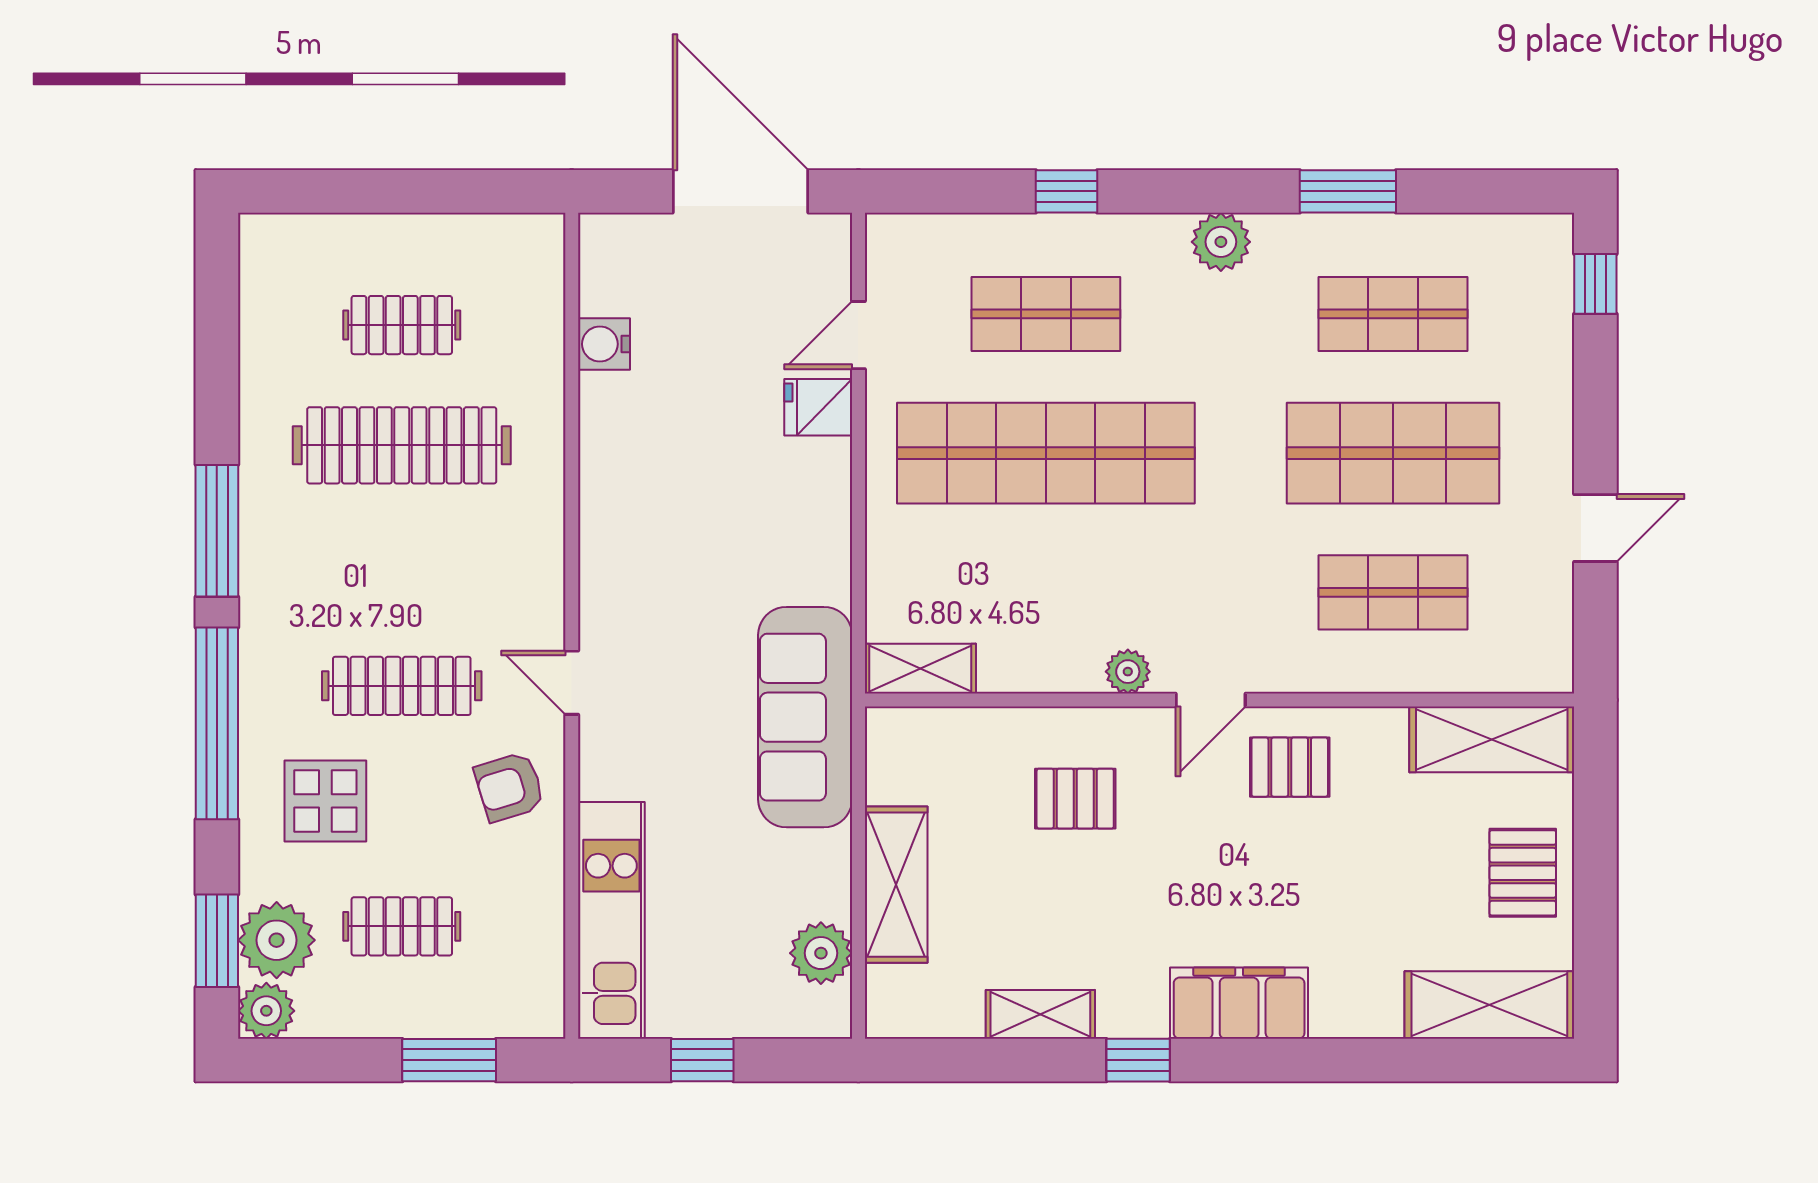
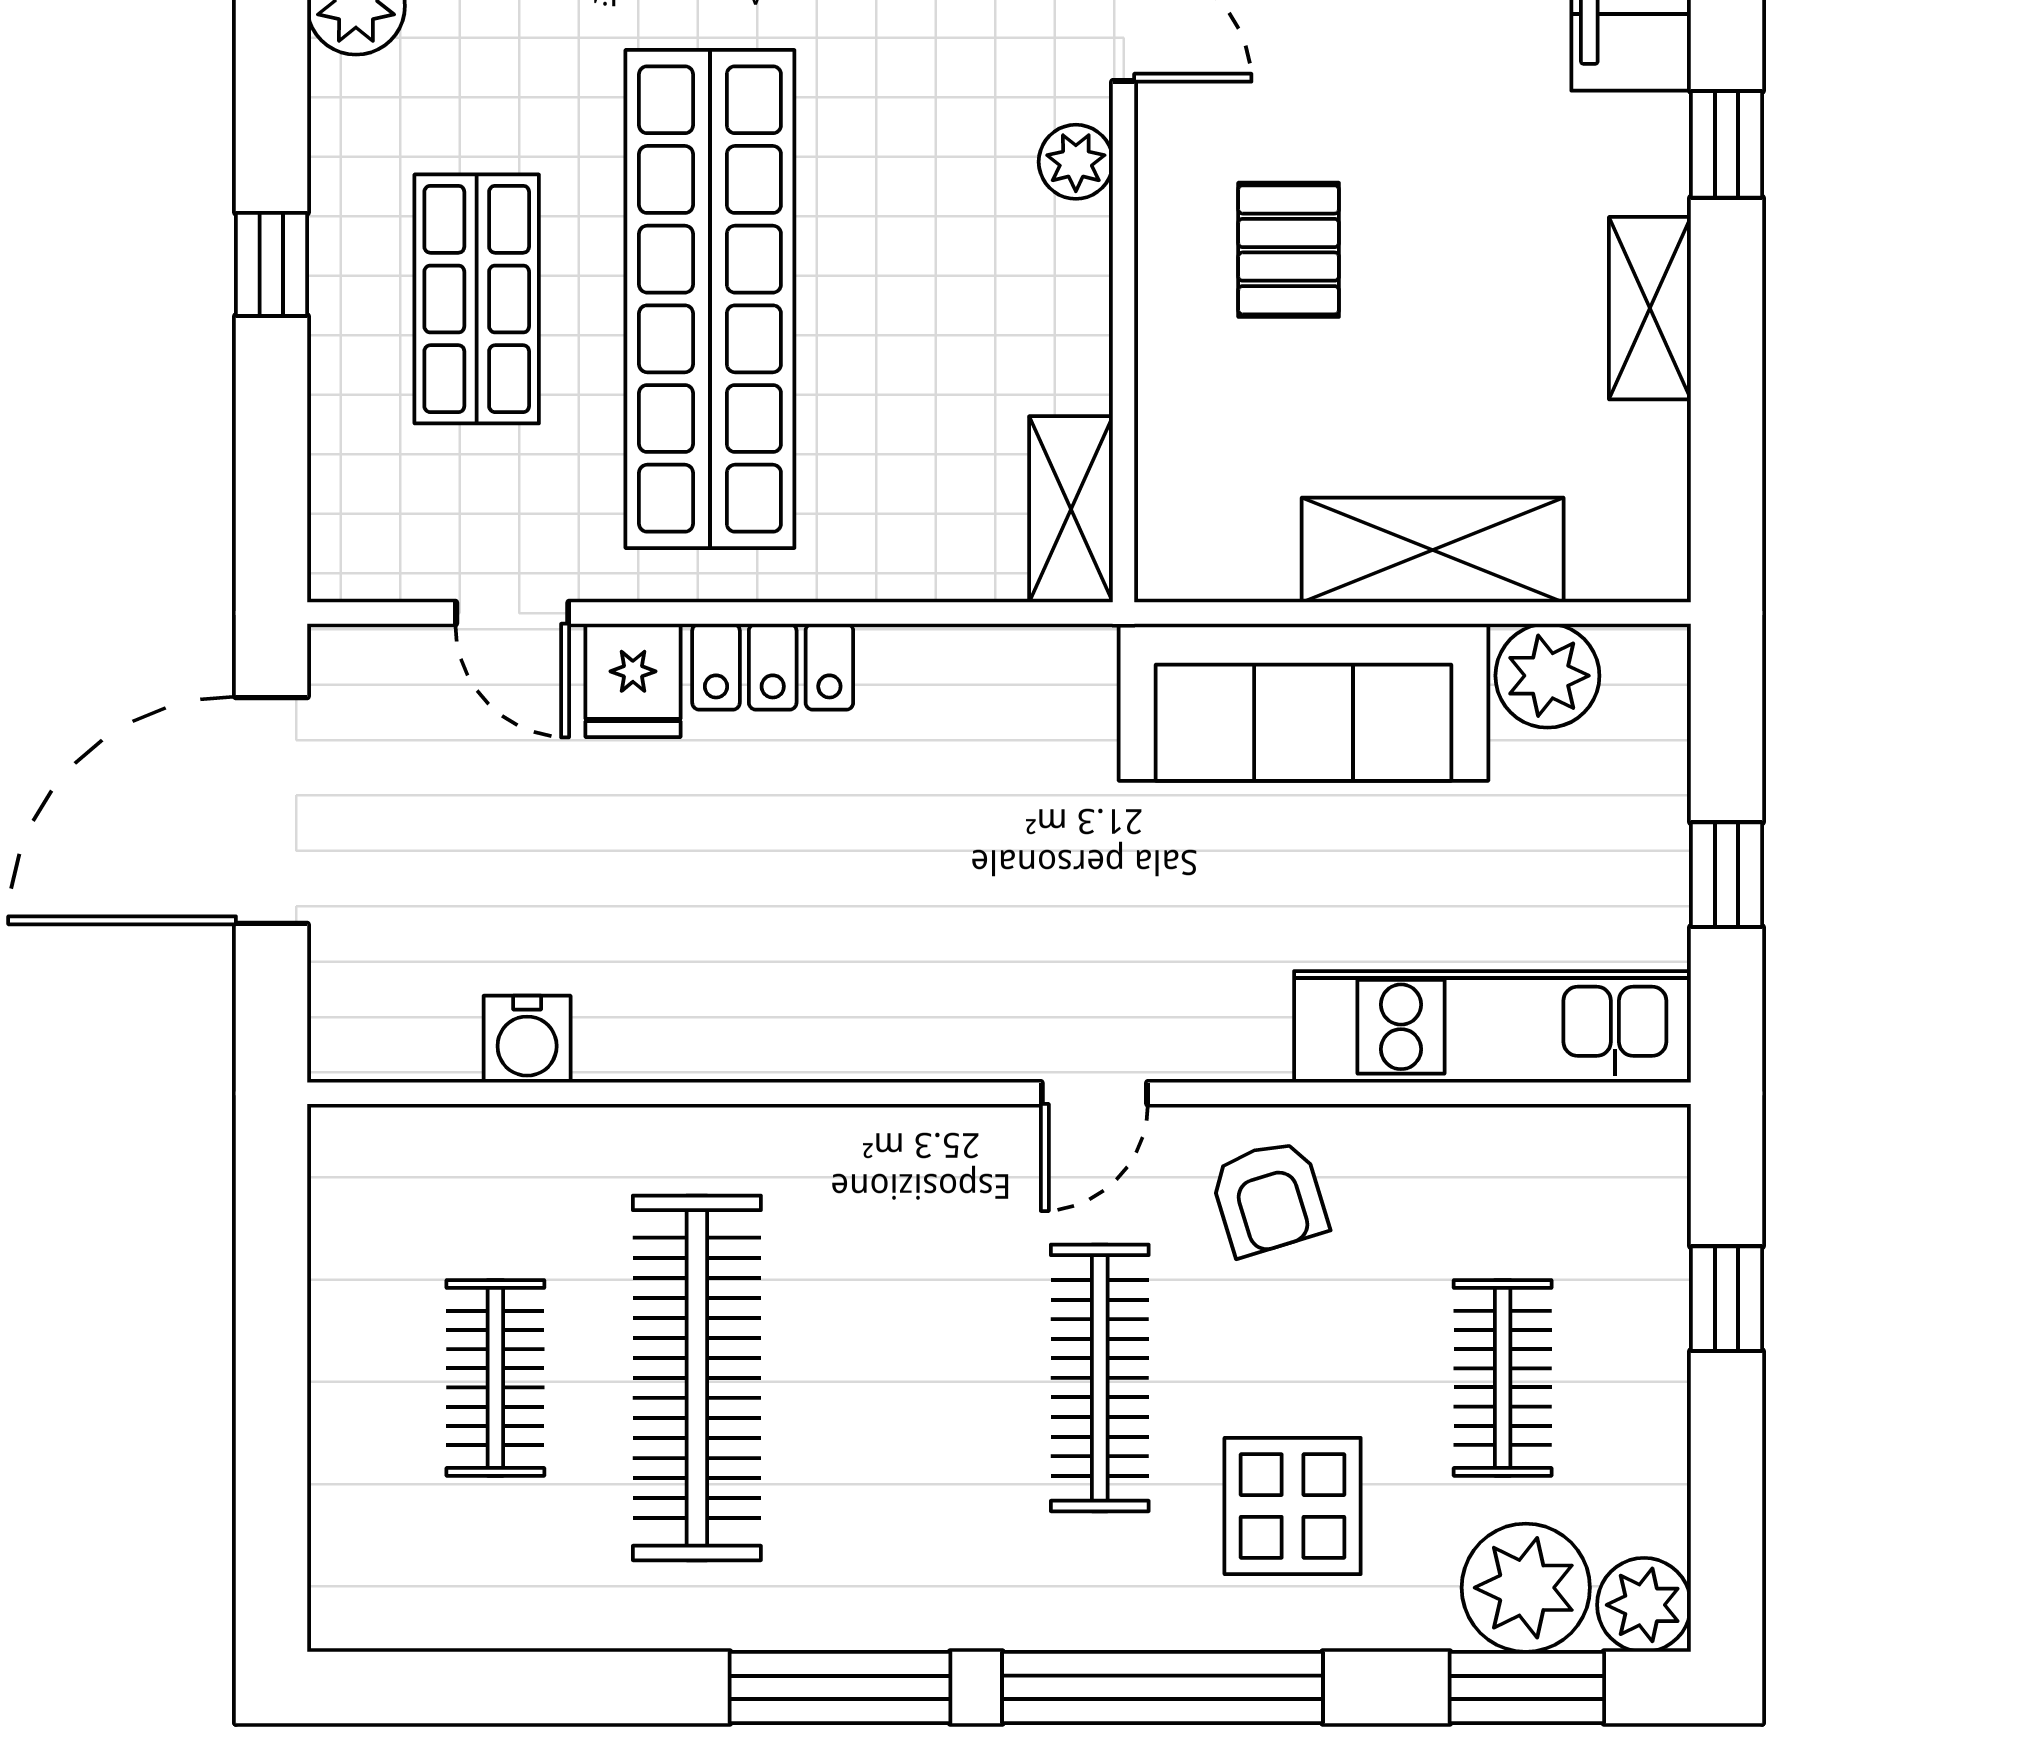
locker: (826, 491) -> (773, 667), added
sofa: (805, 717) -> (1303, 702), moved
window: (449, 1060) -> (1727, 1299), width x0.67

